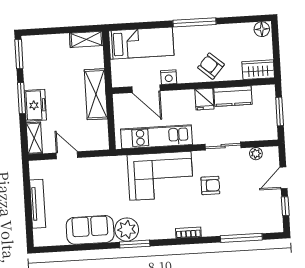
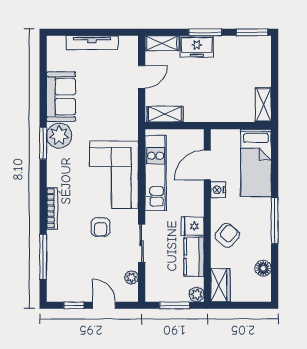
floor lamp: (262, 29) -> (263, 268), moved
plant: (268, 92) -> (196, 294), added
shelving: (96, 94) -> (165, 114), moved, width x0.67, depth x0.75
bookcase: (188, 233) -> (52, 208), width x1.56

